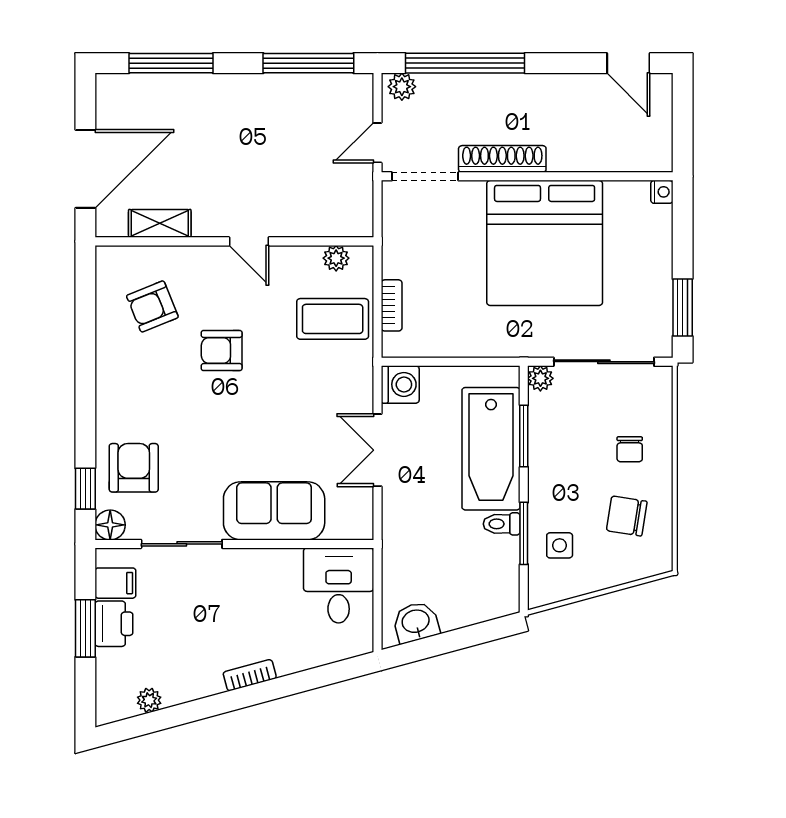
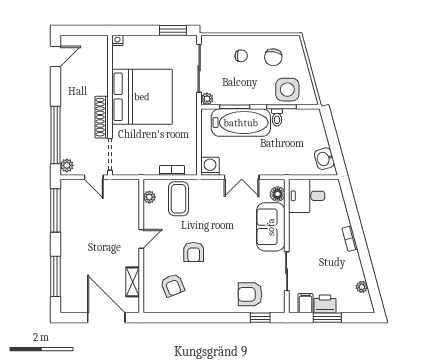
floor lamp: (110, 525) -> (278, 194), moved
side table: (560, 545) -> (287, 90), width x1.87, depth x1.87

